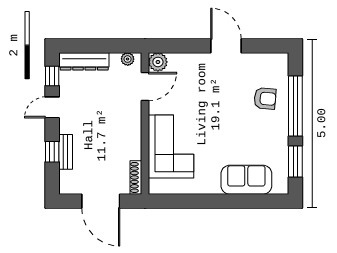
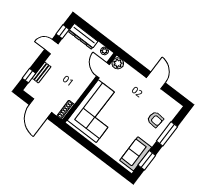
door: (145, 86) -> (103, 70), swing flipped
window: (295, 106) -> (167, 134), width x0.68
corner sofa: (171, 147) -> (97, 111), width x1.36, depth x1.36
window: (52, 152) -> (29, 76), moved
sofa: (246, 180) -> (136, 154), moved, turned -90

